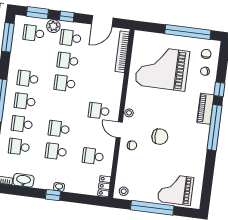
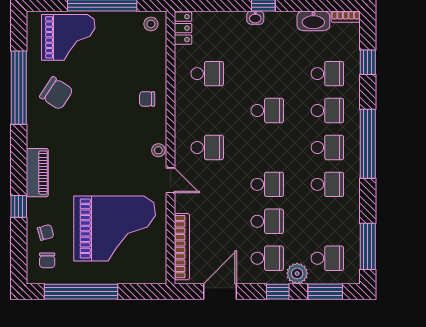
window: (214, 128) -> (19, 88), moved
door: (119, 130) -> (170, 180), moved
chair: (160, 137) -> (56, 93), moved, turned -147
school desk: (56, 151) -> (267, 74), removed

